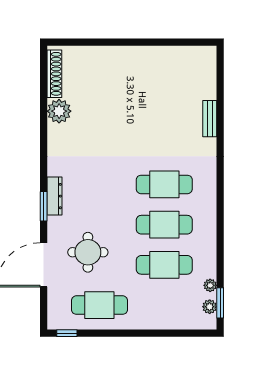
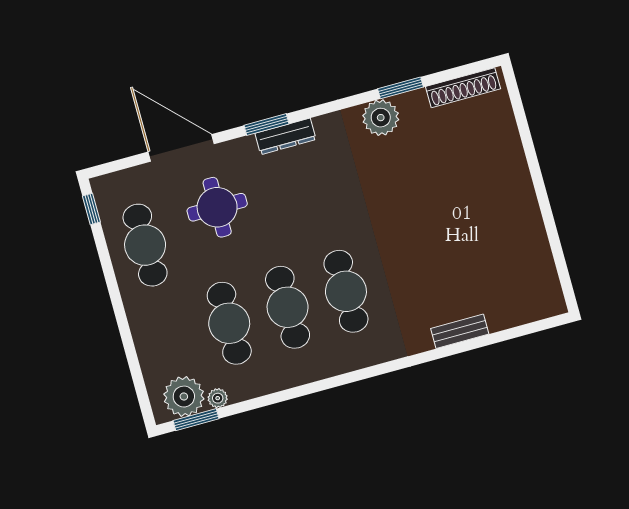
plant: (59, 111) -> (381, 118), moved
window: (44, 114) -> (401, 88), added
plant: (210, 307) -> (184, 397), width x1.88, depth x1.88

